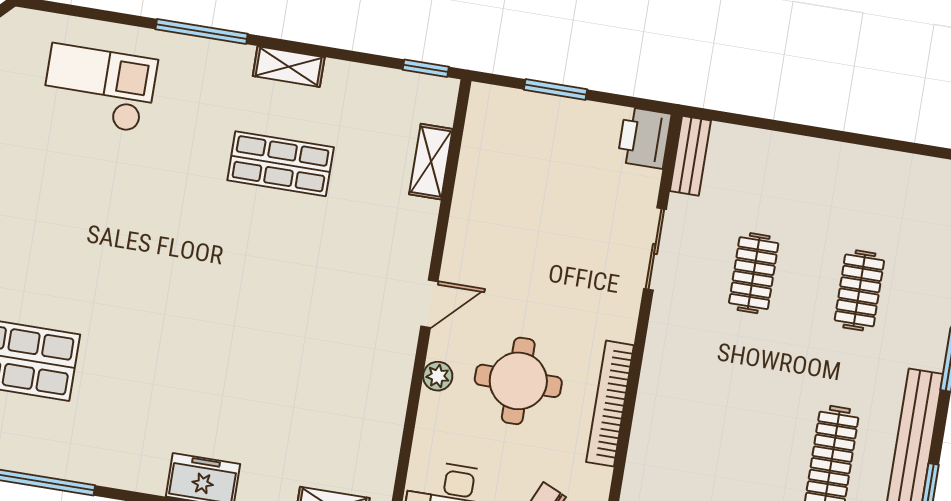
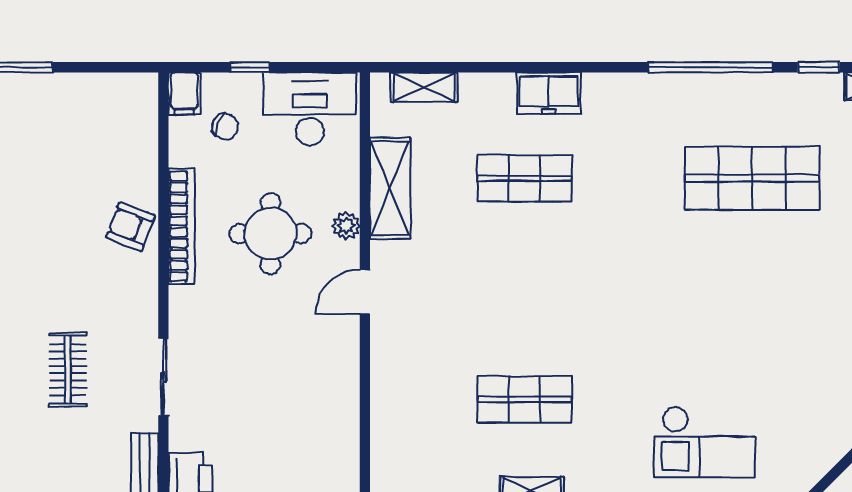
shelving: (431, 162) -> (390, 188), moved, width x1.50, depth x1.33
shop shelf: (243, 395) -> (525, 178), added
armchair: (663, 412) -> (131, 227), added

